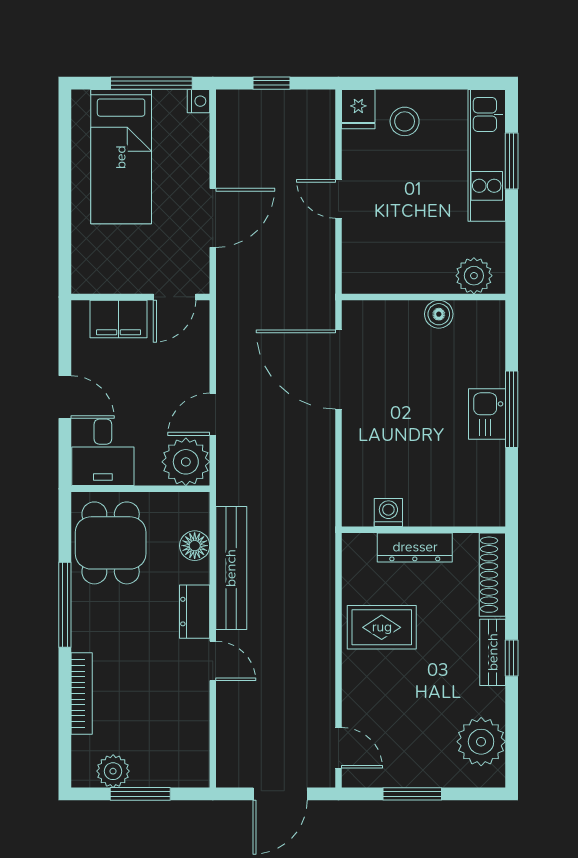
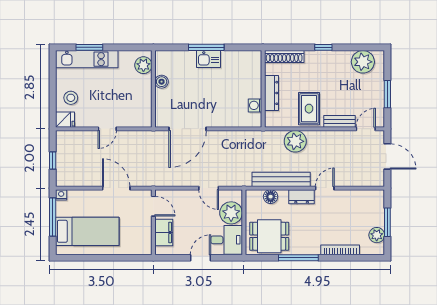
plant: (186, 462) -> (231, 213), moved
plant: (312, 598) -> (295, 141), added
bench: (493, 652) -> (340, 121), moved

